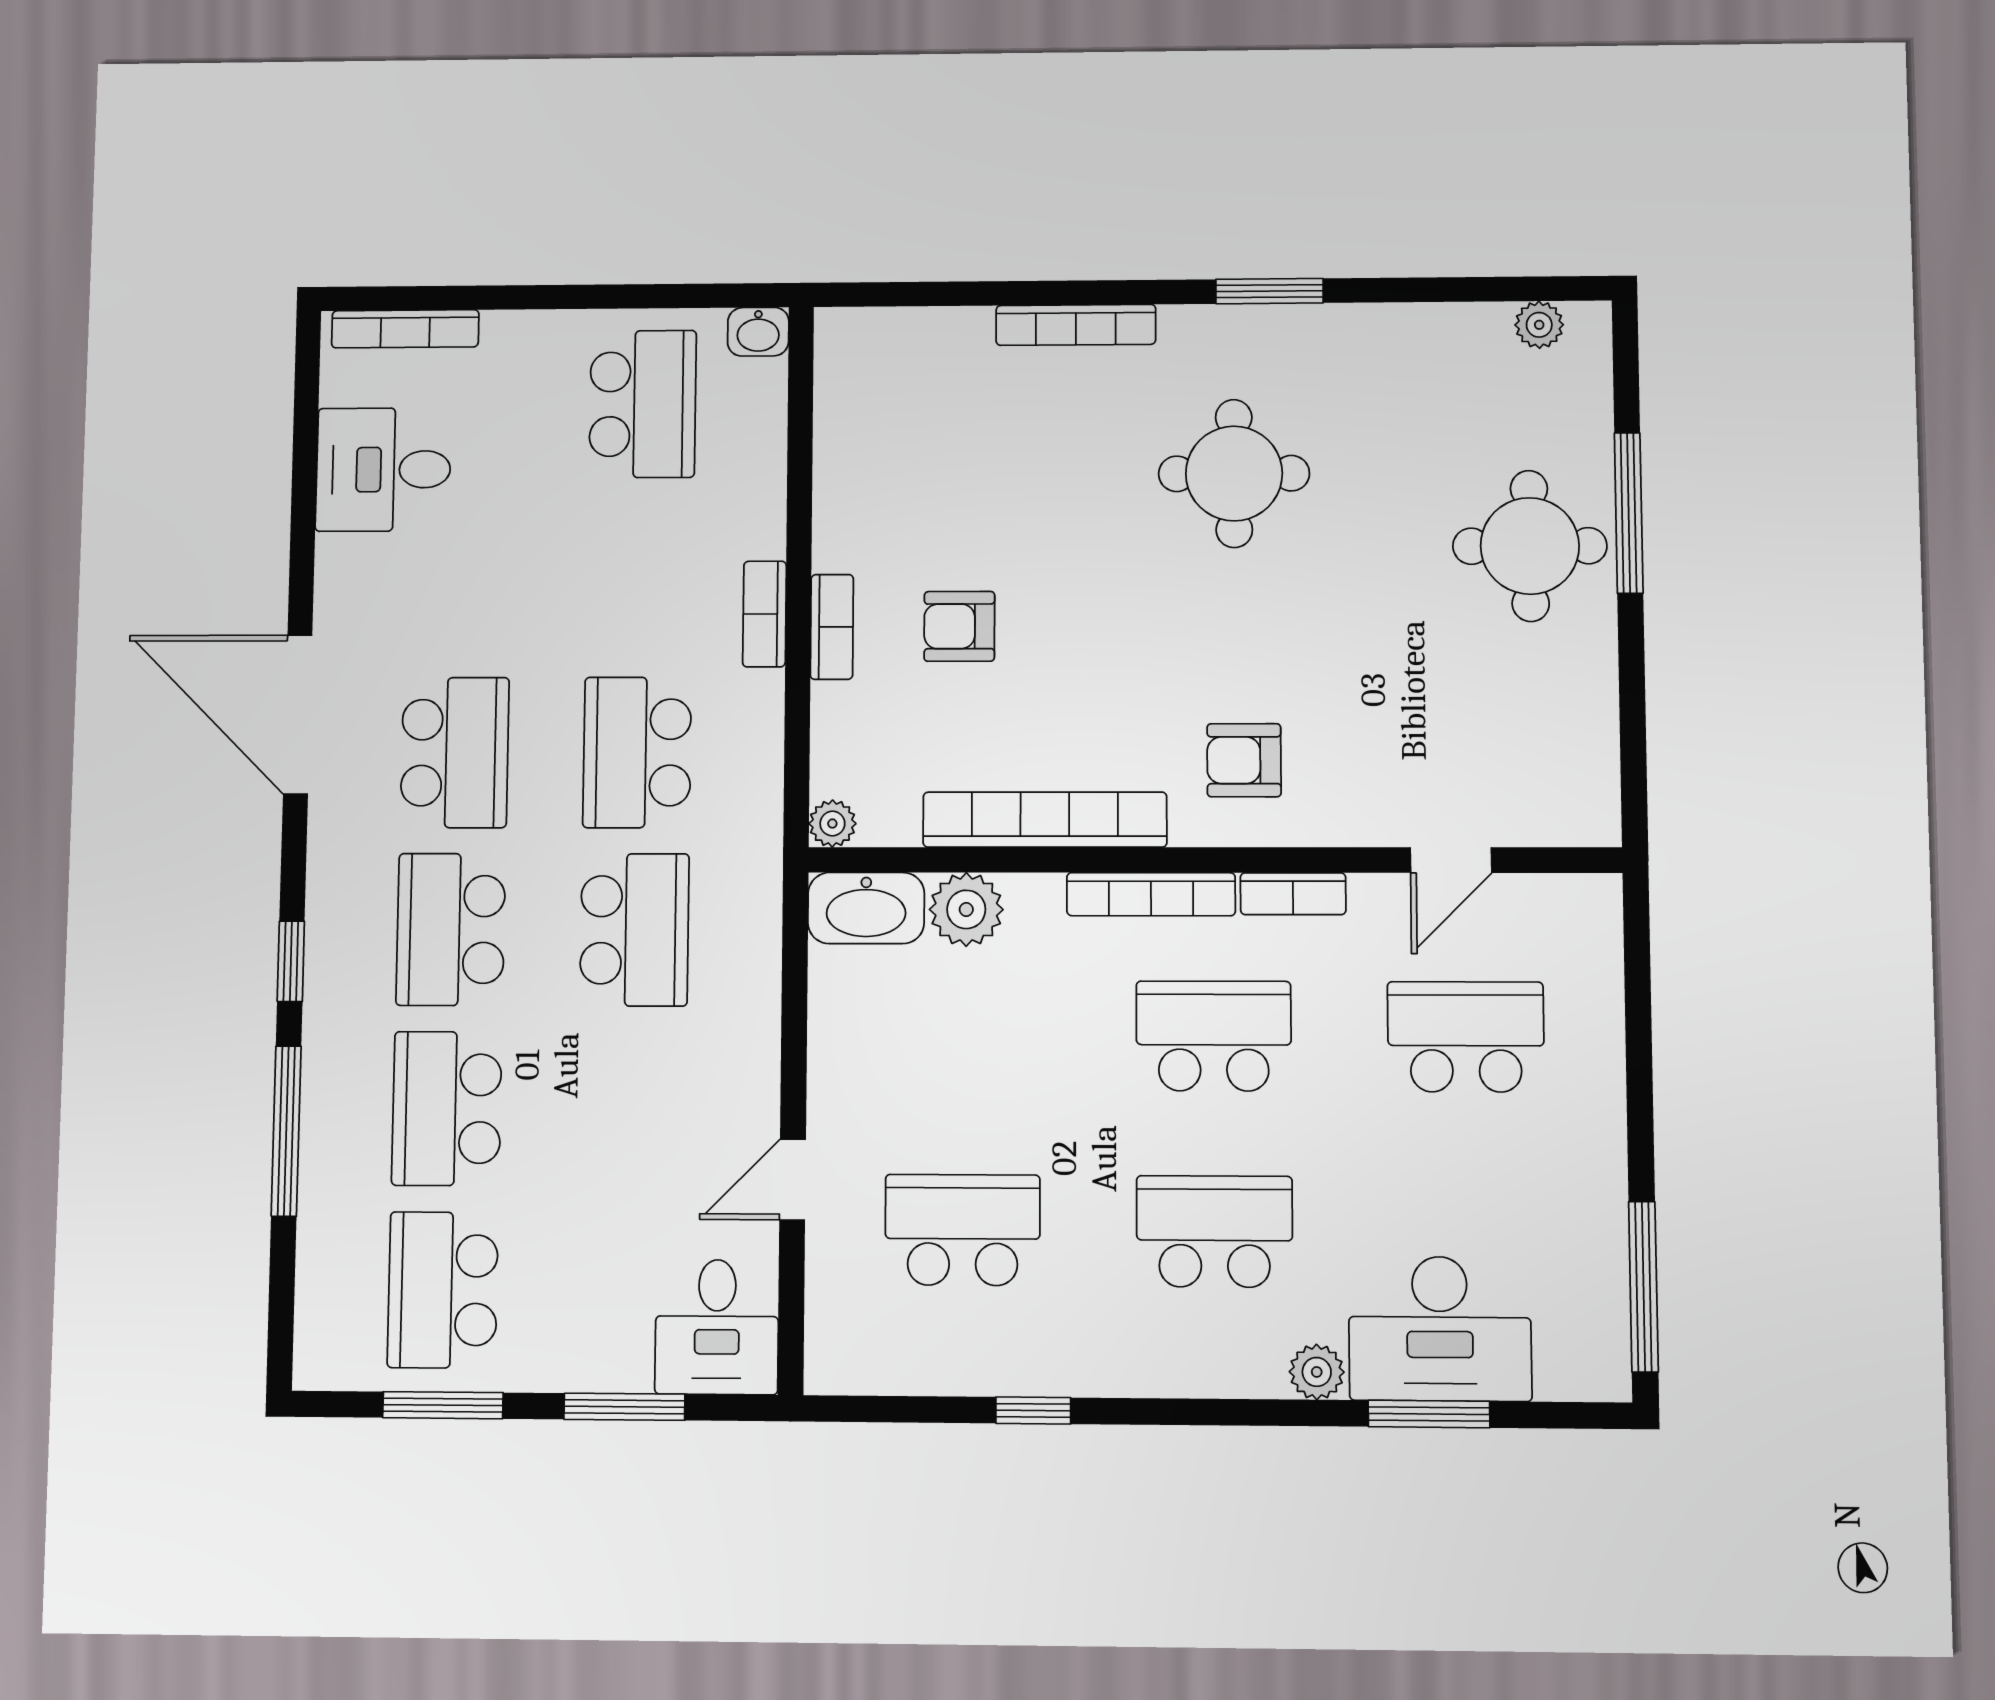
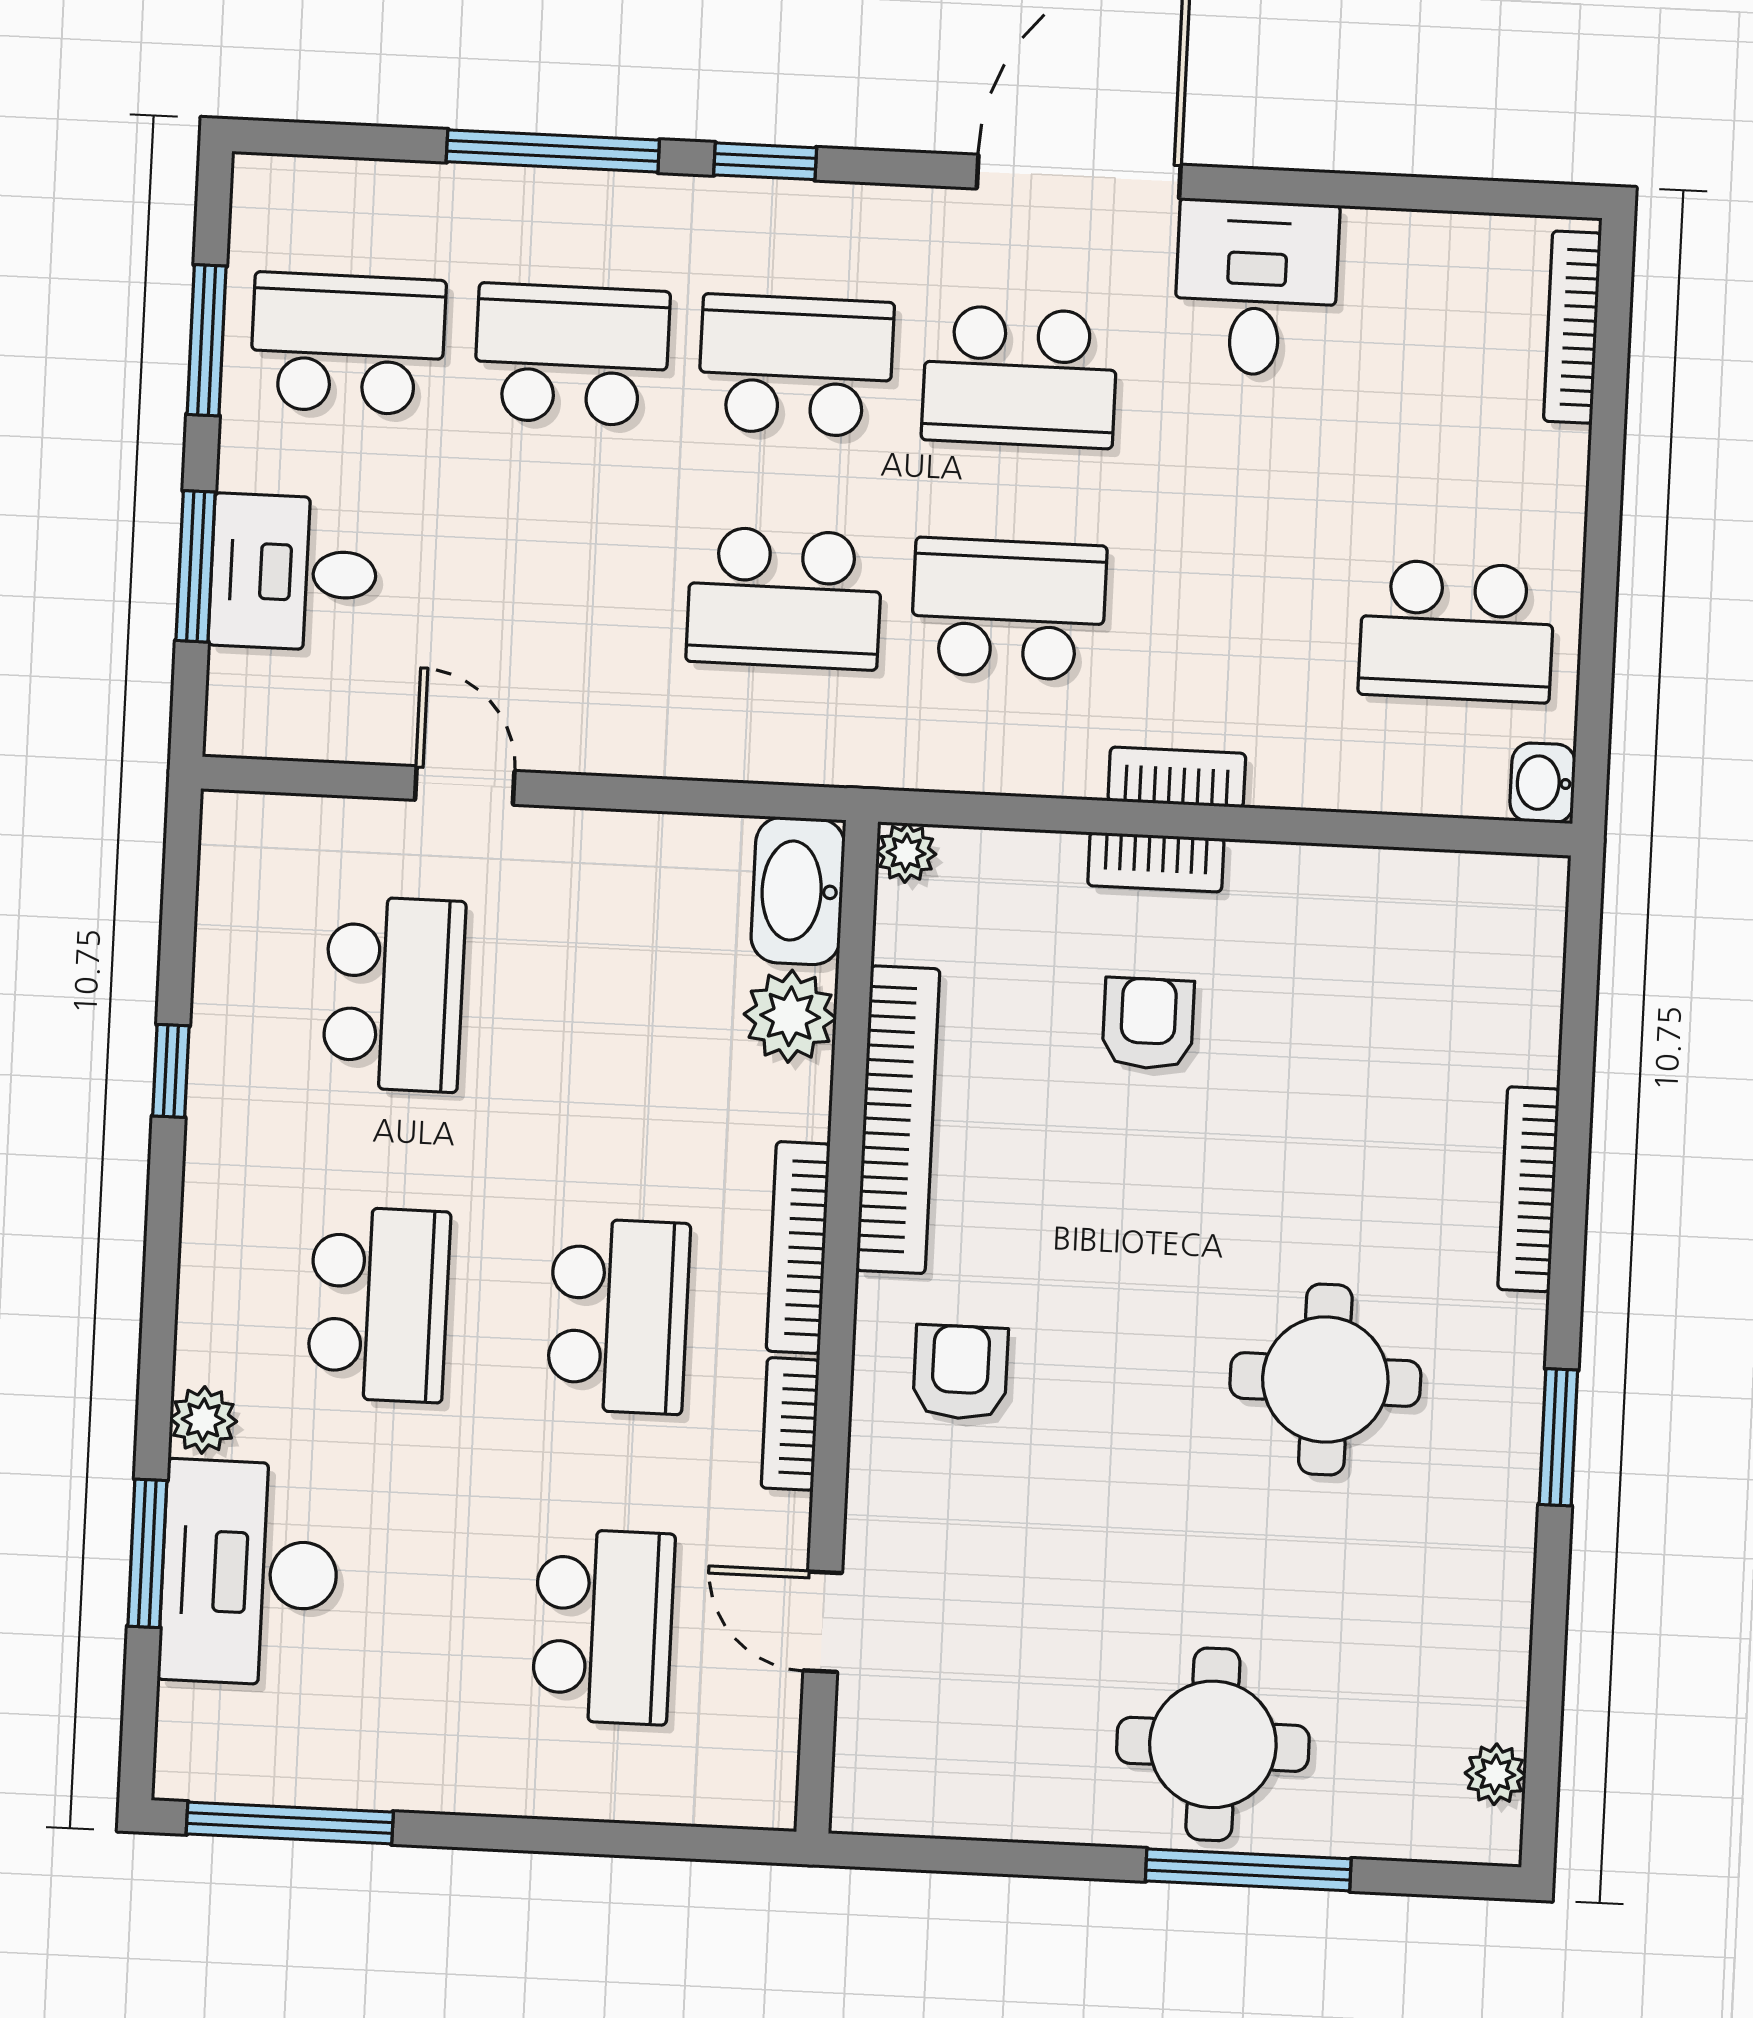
desk: (383, 469) -> (1256, 288), moved
desk: (717, 1327) -> (294, 573), moved

